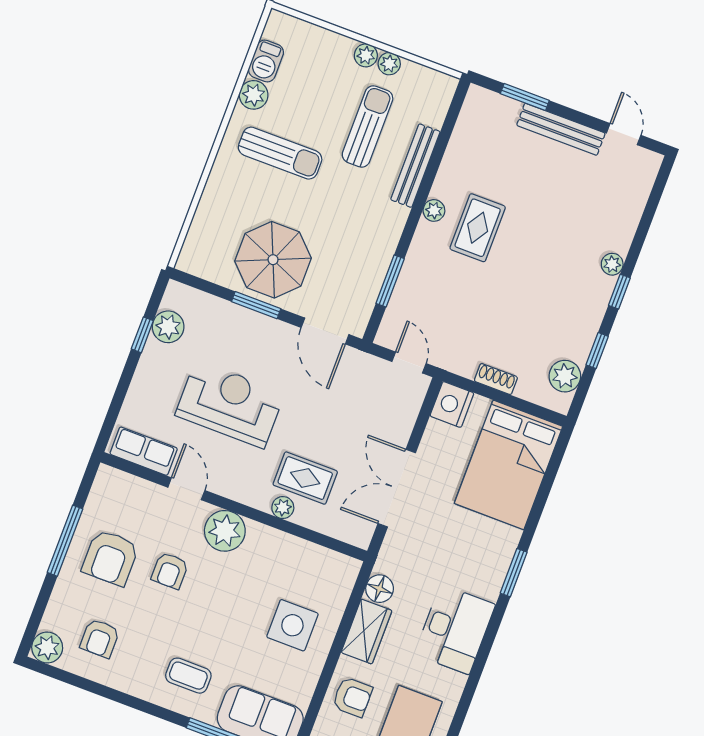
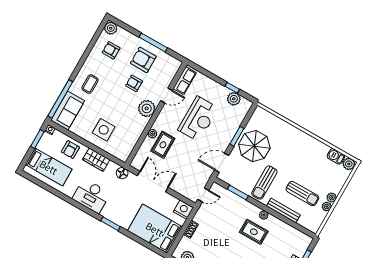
plant: (254, 95) -> (349, 164), moved
sun lounger: (280, 153) -> (264, 183), moved
floor lamp: (380, 589) -> (122, 173), moved

